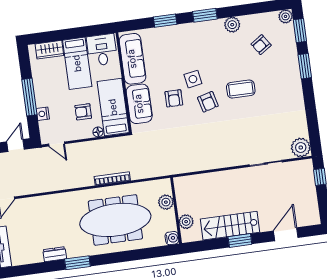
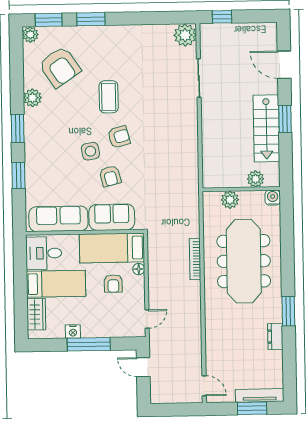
armchair: (261, 45) -> (60, 67), width x1.88, depth x1.88
armchair: (174, 98) -> (110, 176), turned 76
nightstand: (43, 114) -> (73, 332), moved

